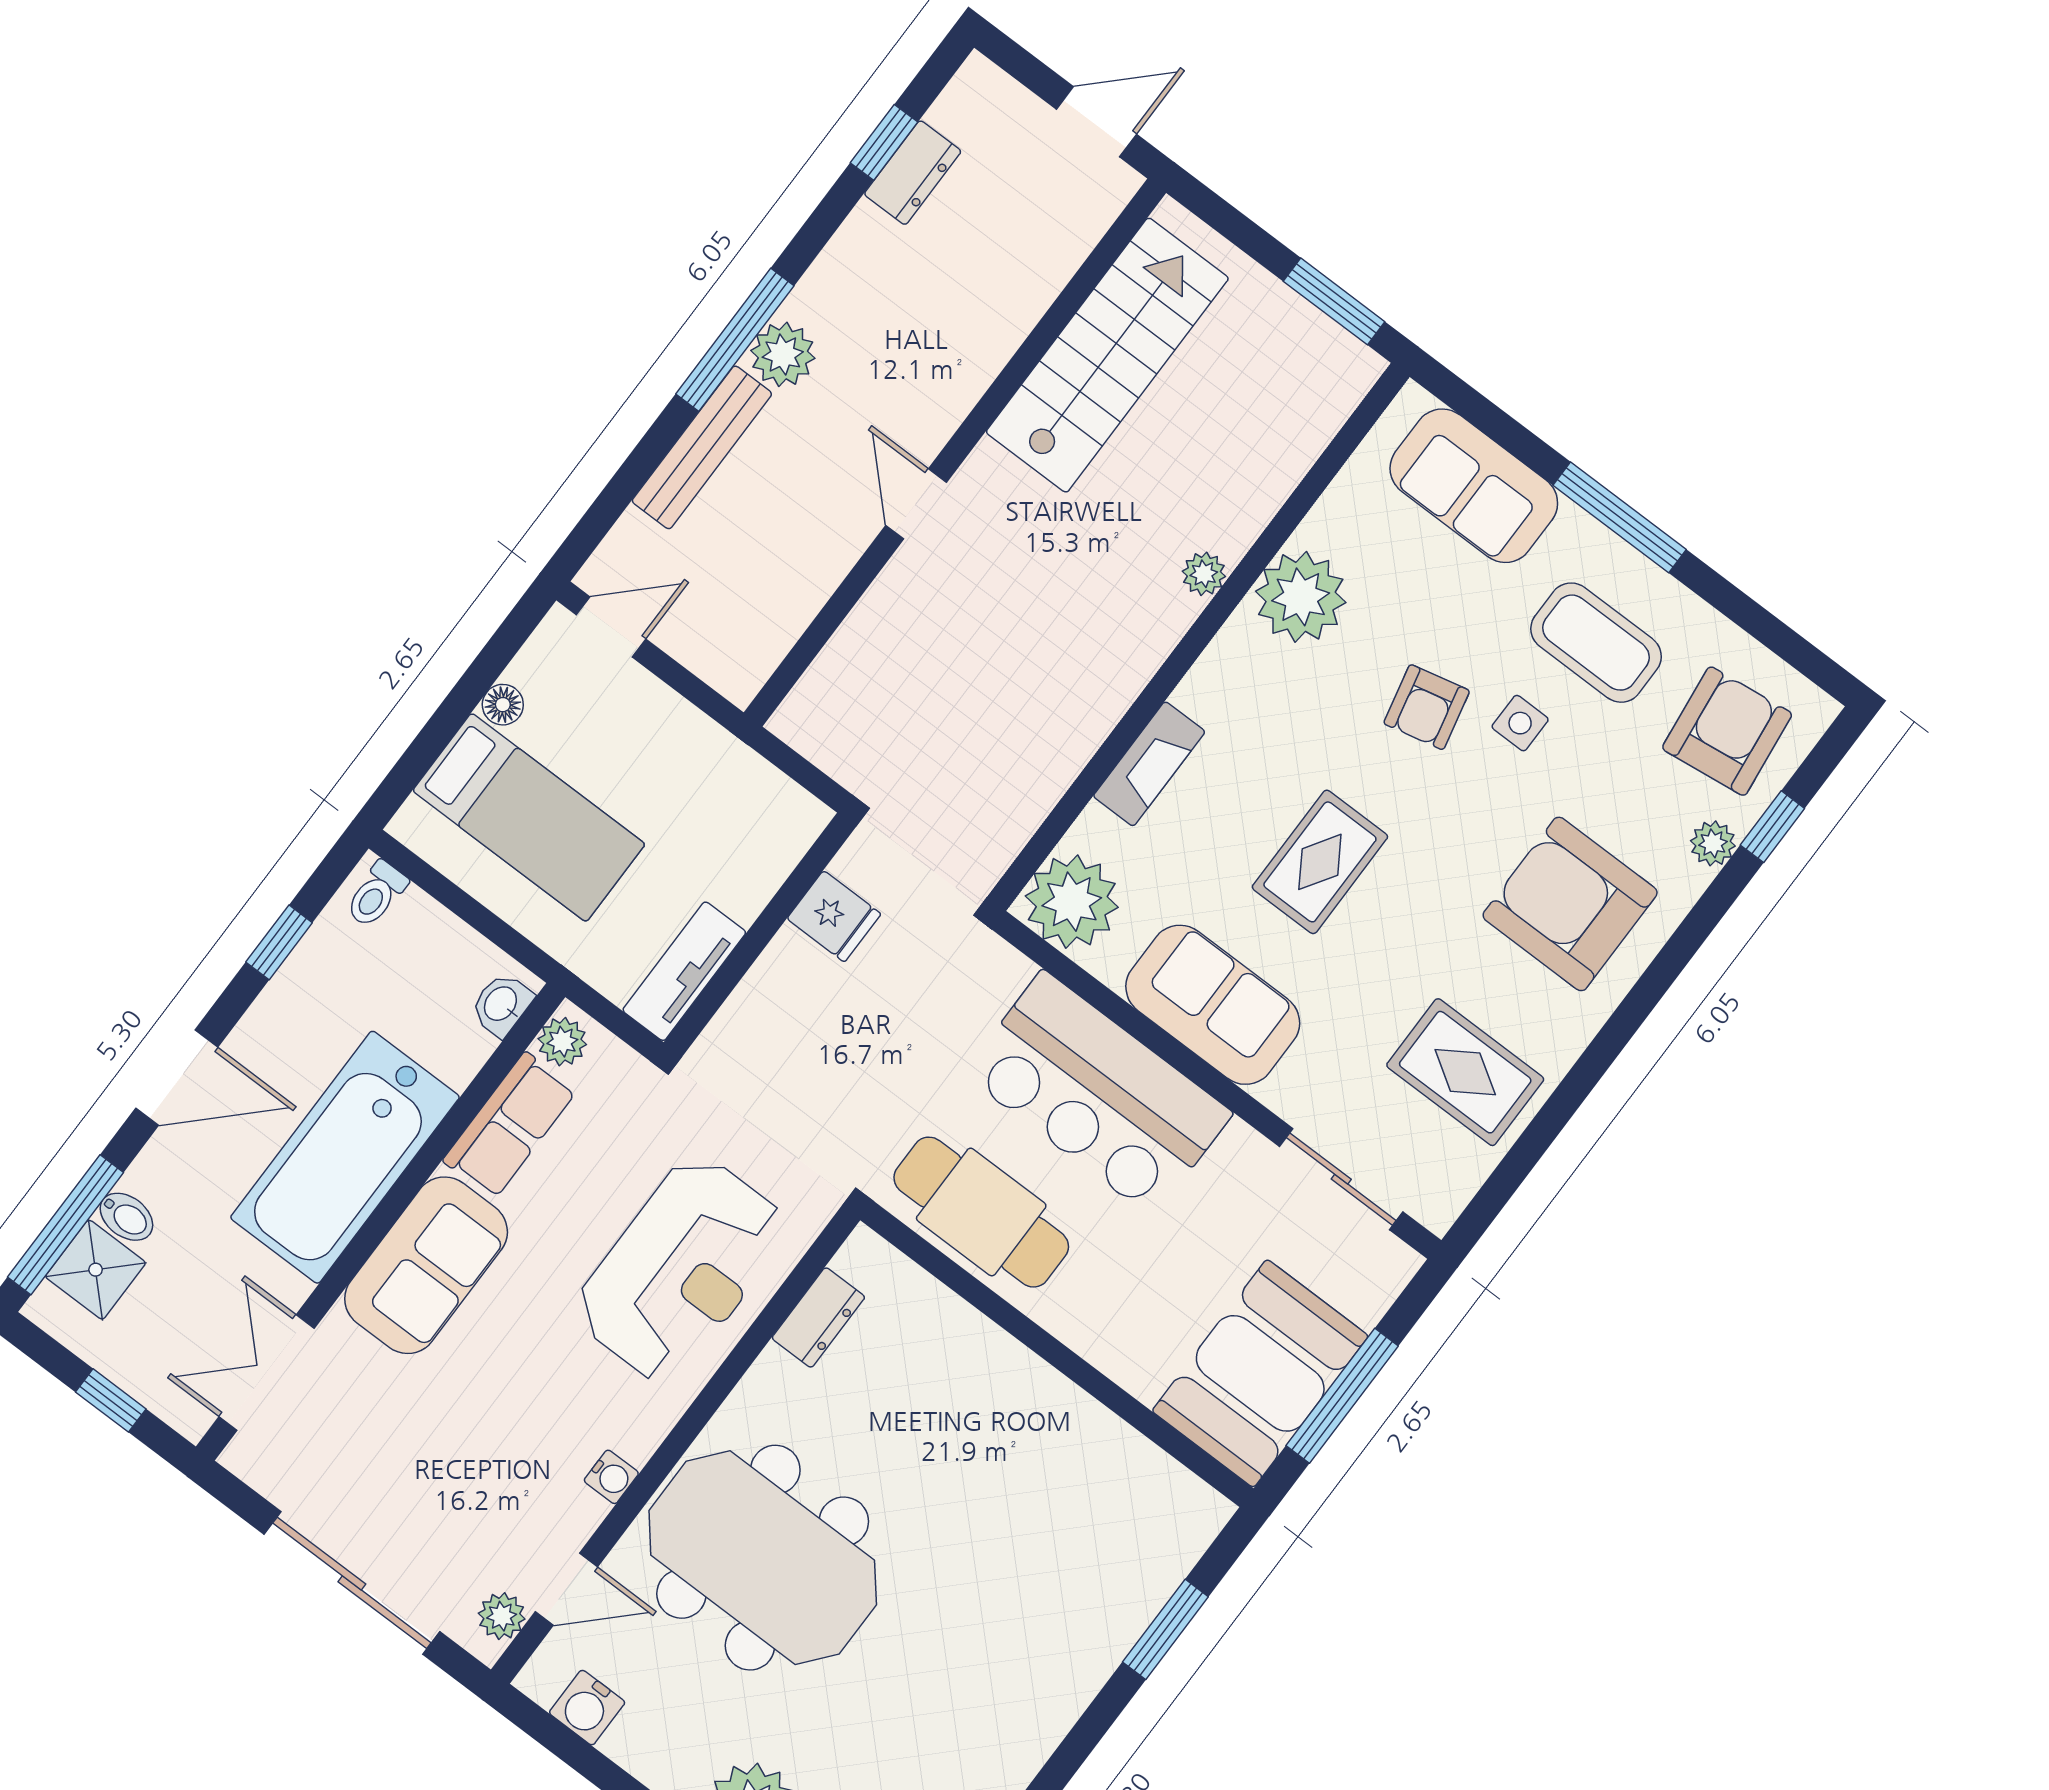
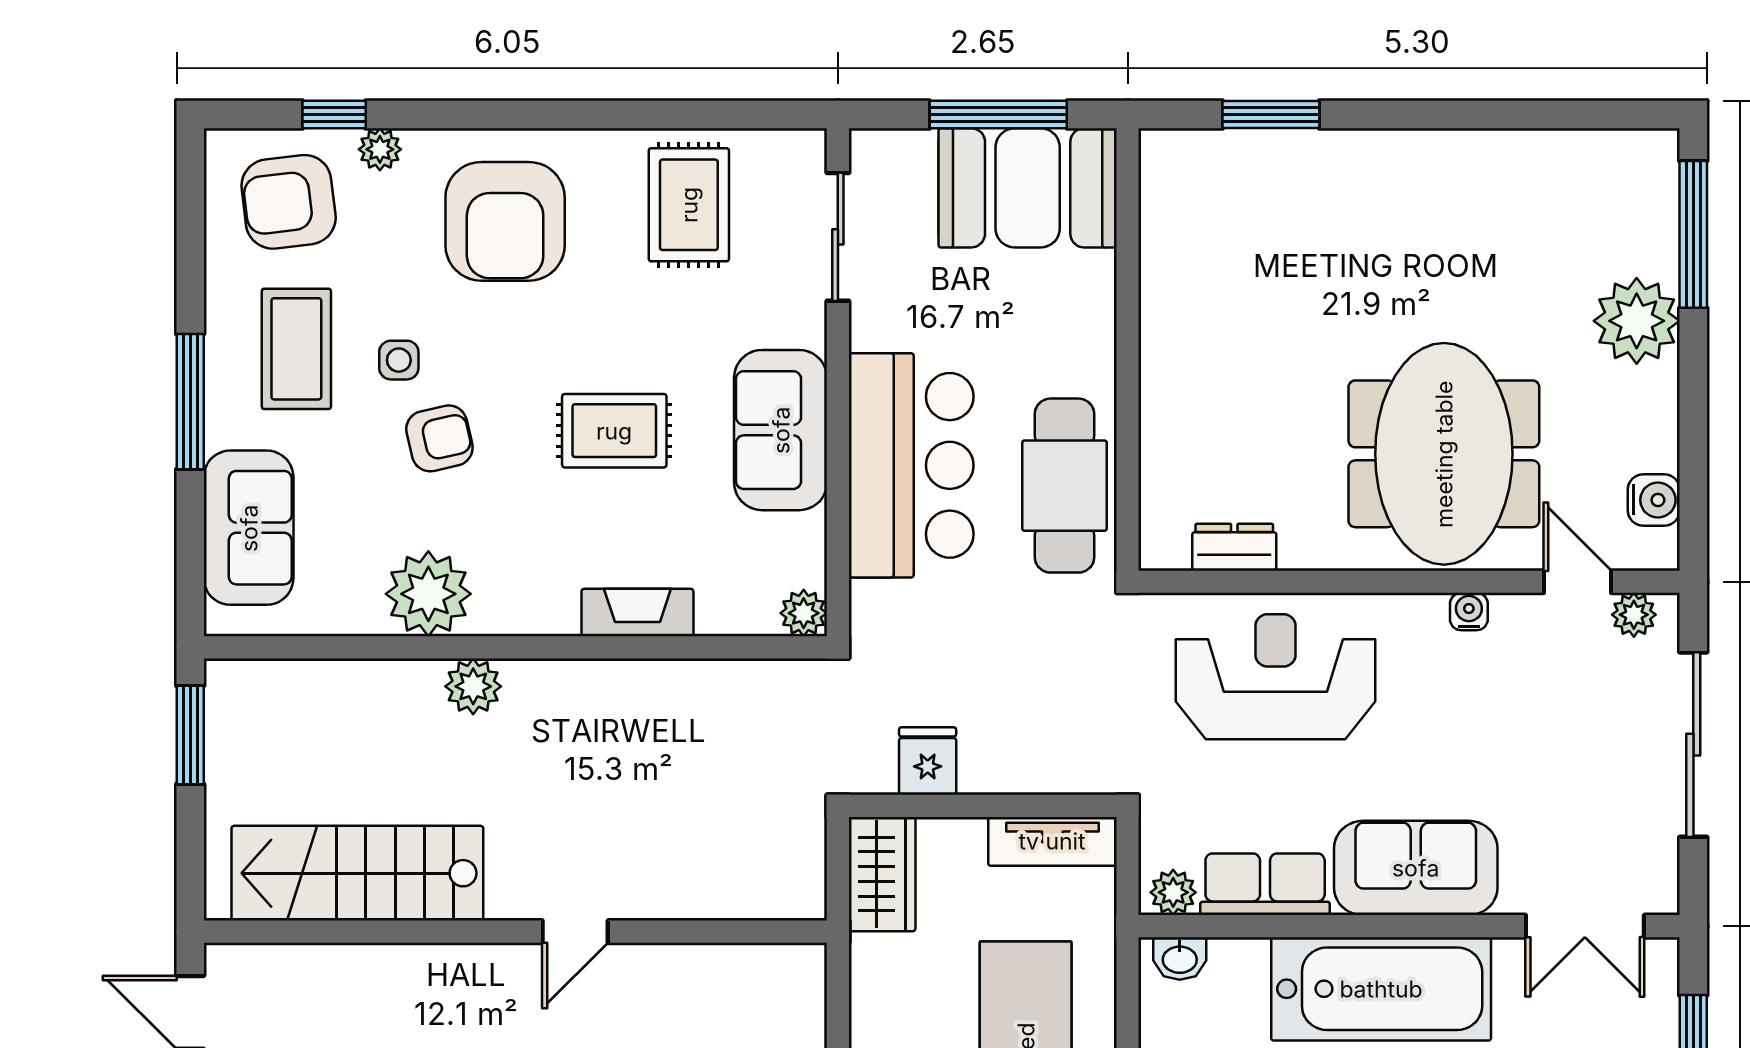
plant: (1204, 574) -> (473, 686), width x1.38, depth x1.38
wardrobe: (767, 804) -> (882, 874), added
plant: (1072, 902) -> (804, 613), width x0.53, depth x0.53

